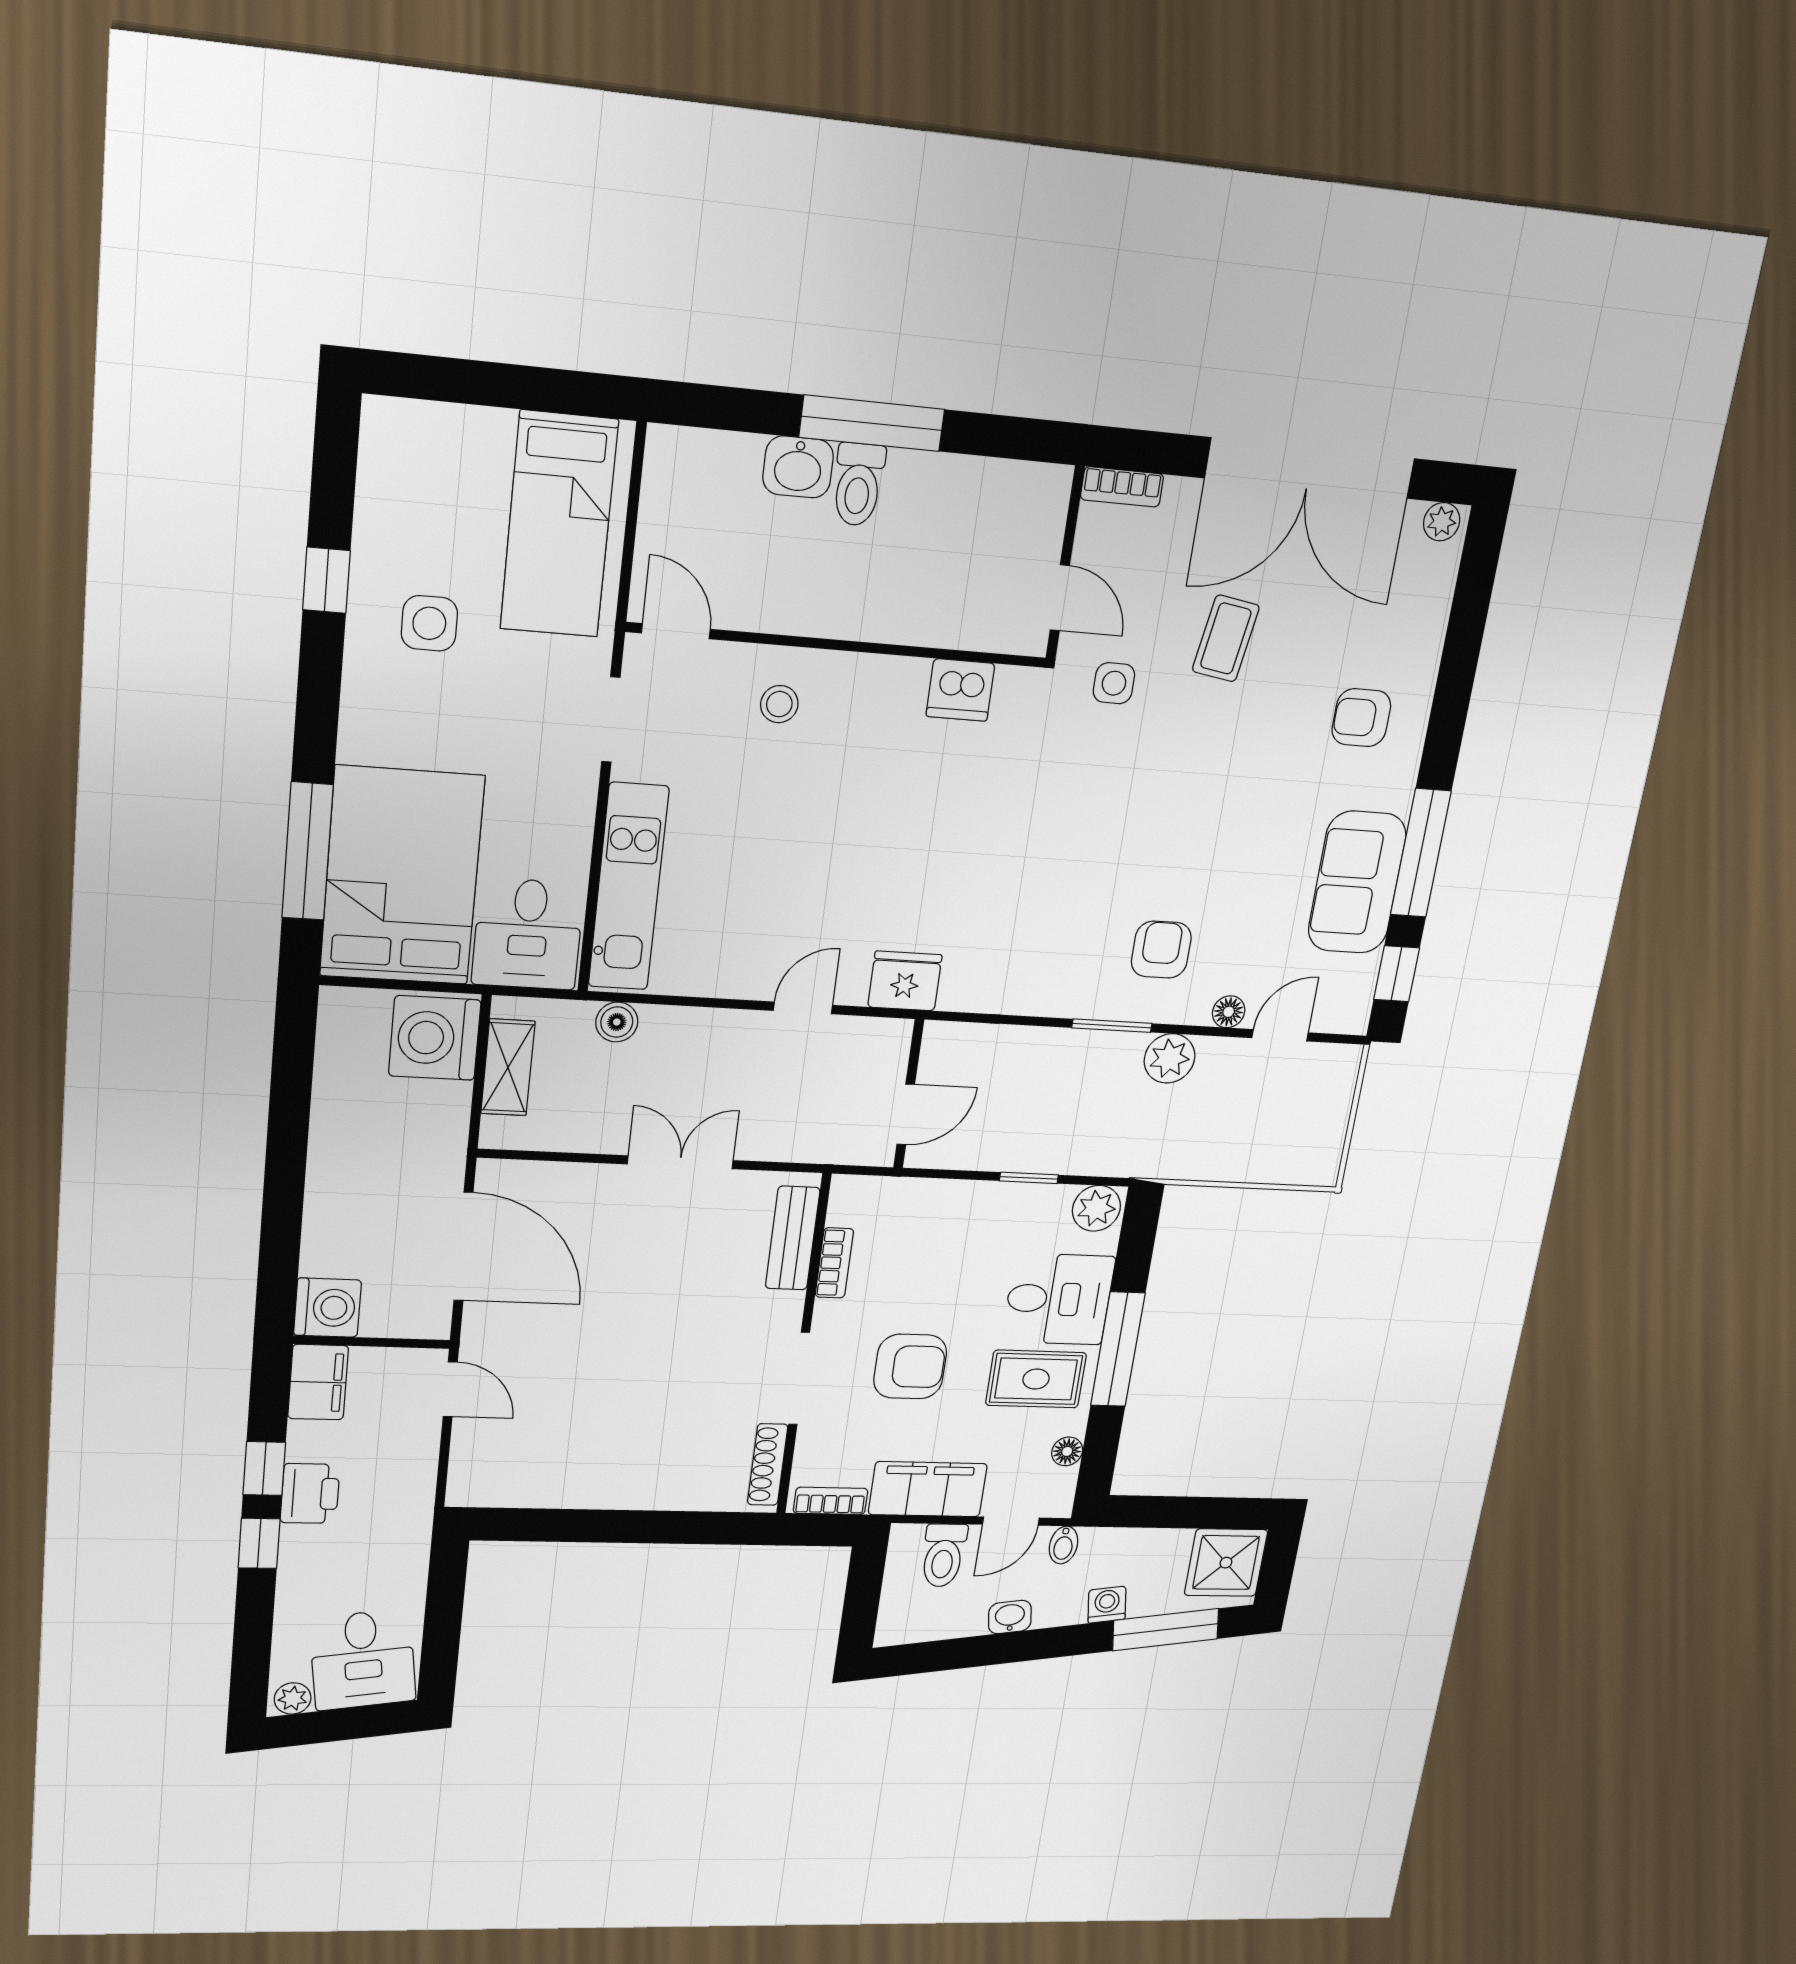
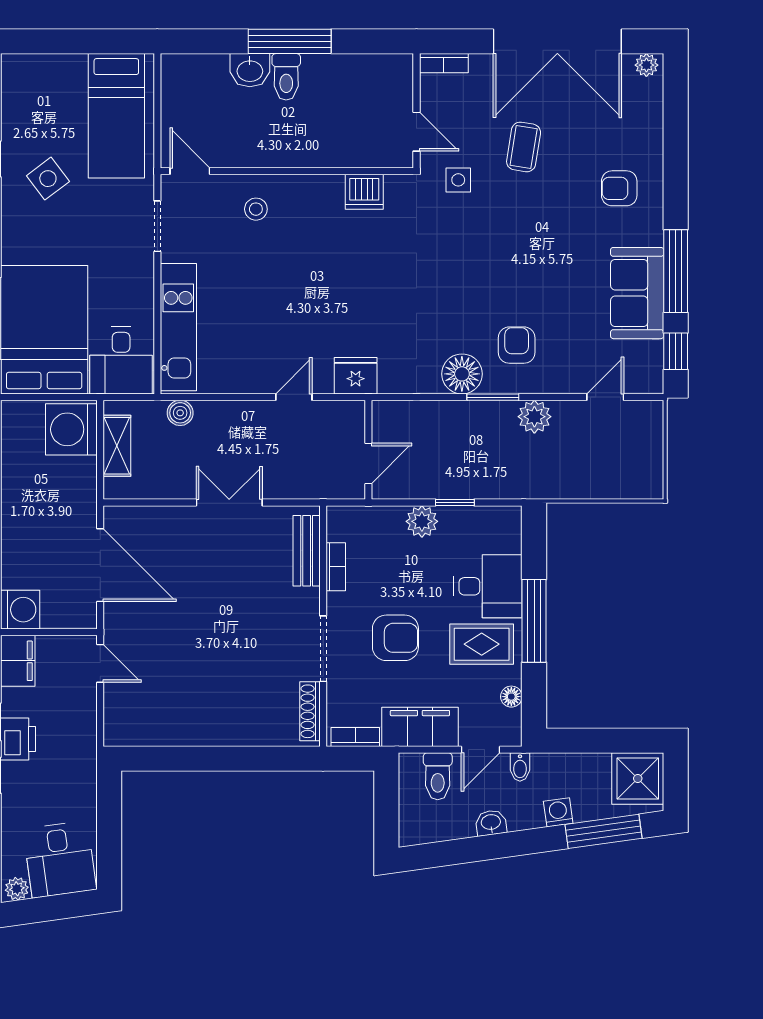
side table: (429, 623) -> (48, 179), turned -37
floor lamp: (1229, 1012) -> (462, 374), moved, width x1.89, depth x1.89
plant: (1096, 1208) -> (422, 521), moved

